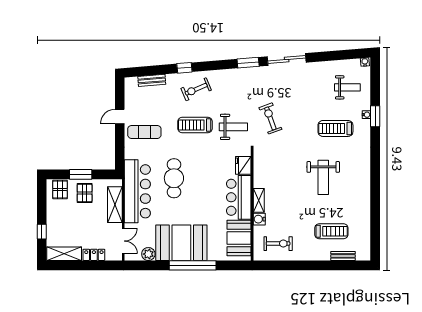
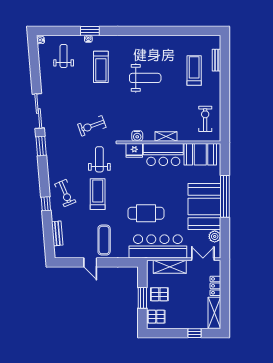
treadmill: (195, 125) -> (98, 194), turned 180
water cooler: (259, 219) -> (137, 136), moved

